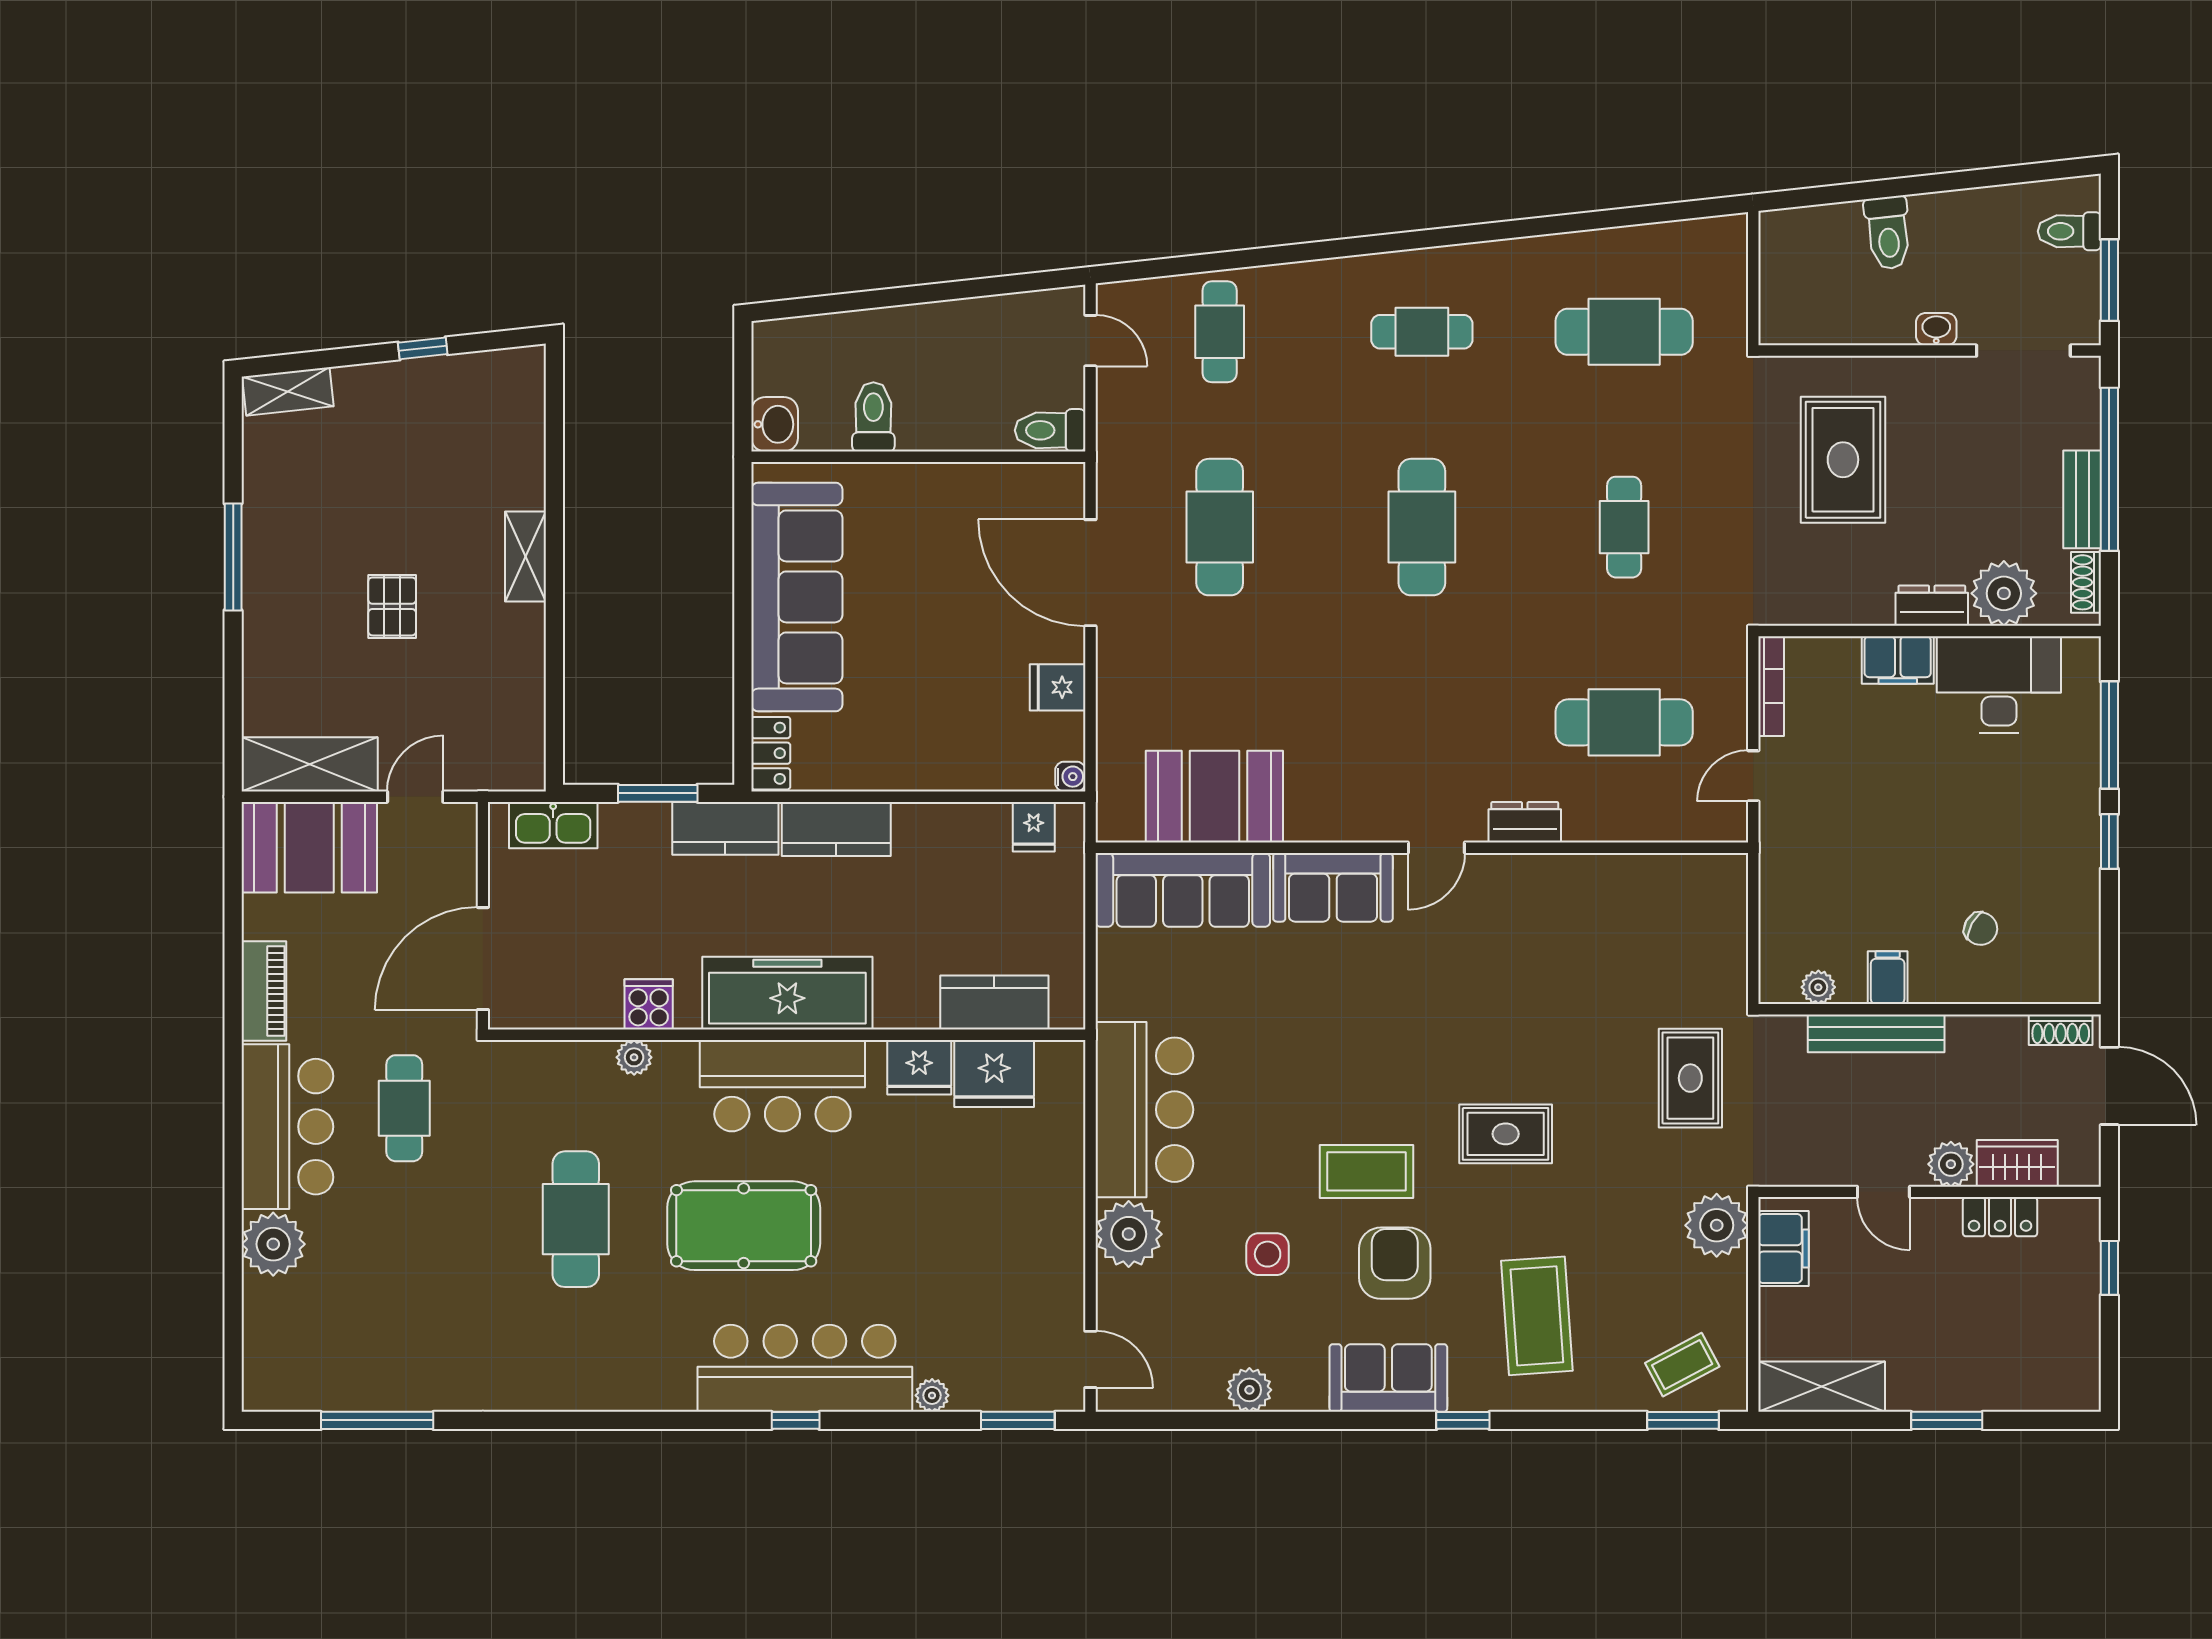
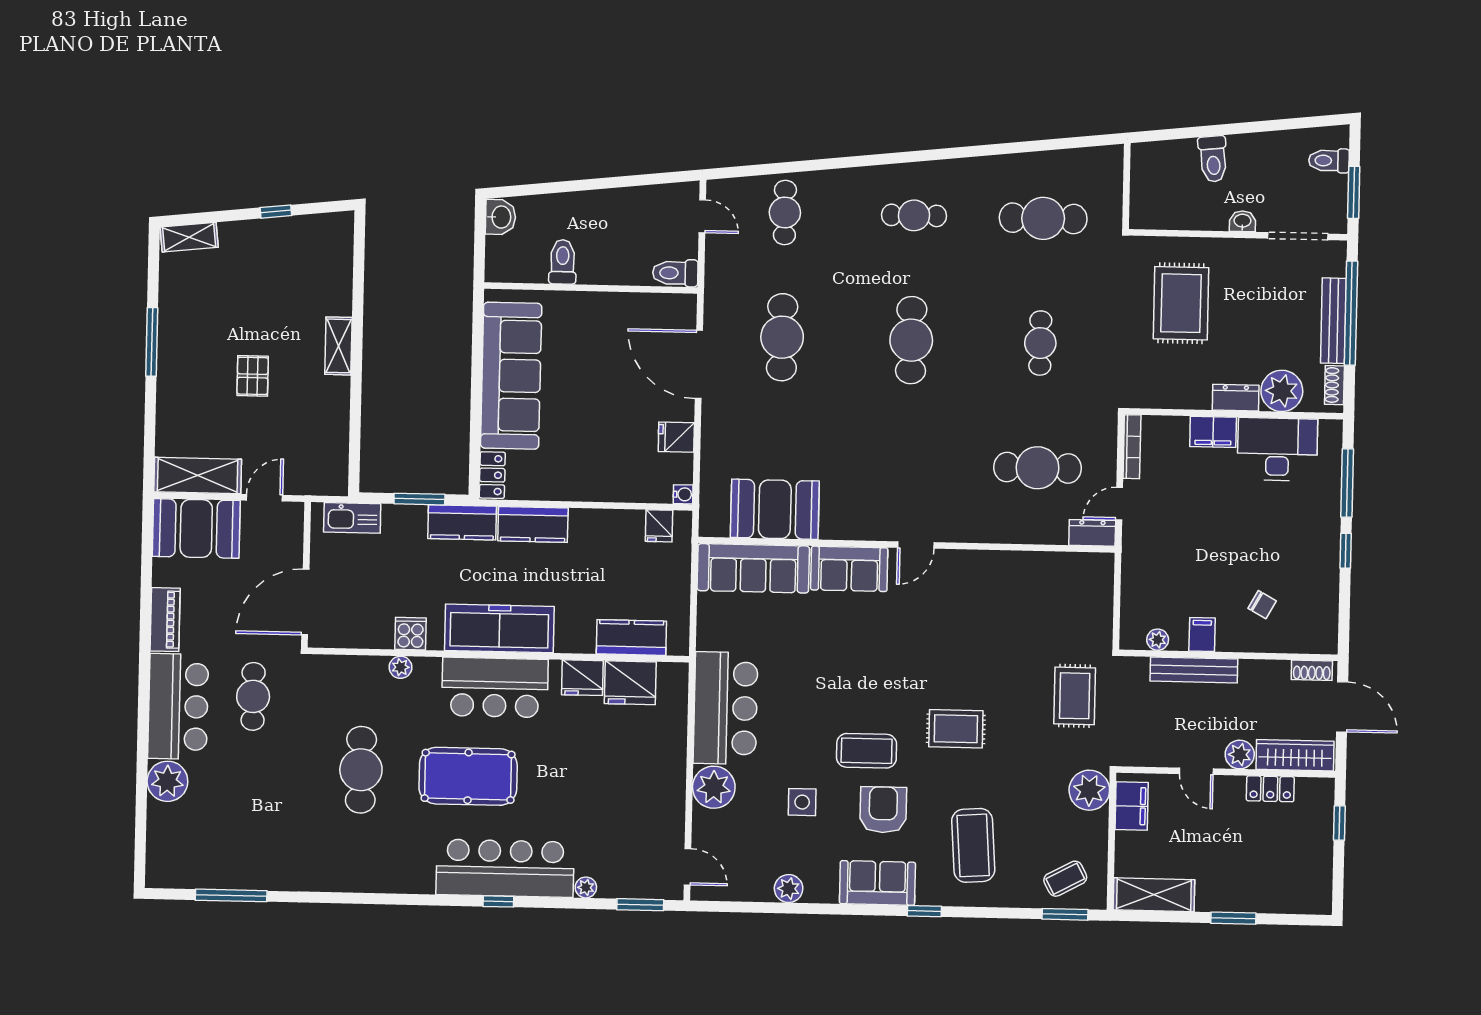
washbasin: (775, 424) -> (501, 217), moved
bench: (2082, 499) -> (1333, 321), width x1.36
dresser: (1525, 822) -> (1092, 533), moved
wardrobe: (2017, 1163) -> (1295, 755), width x1.50

